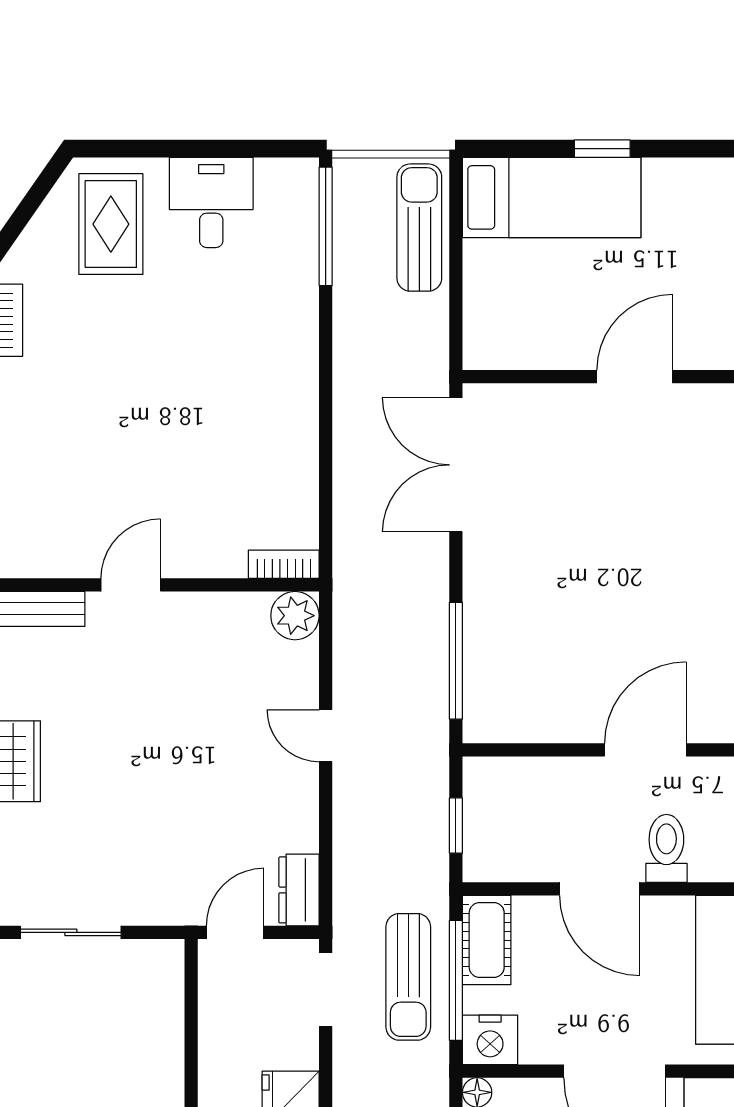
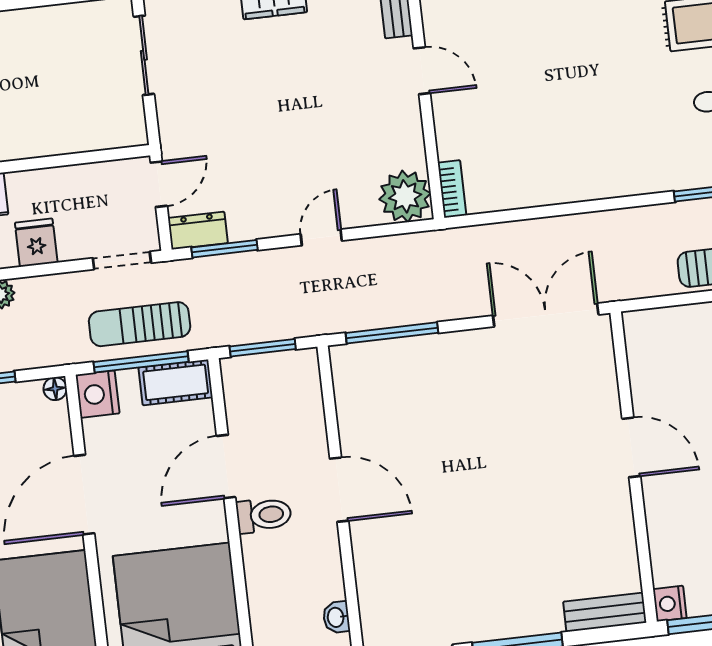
plant: (295, 616) -> (405, 196), width x1.36, depth x1.36
window: (456, 826) -> (263, 348), width x1.50
window: (326, 859) -> (225, 249), added
door: (235, 932) -> (159, 184), hinge flipped

